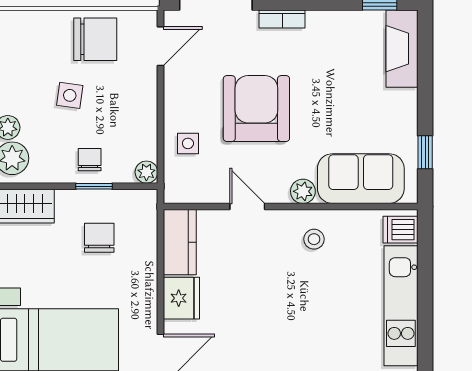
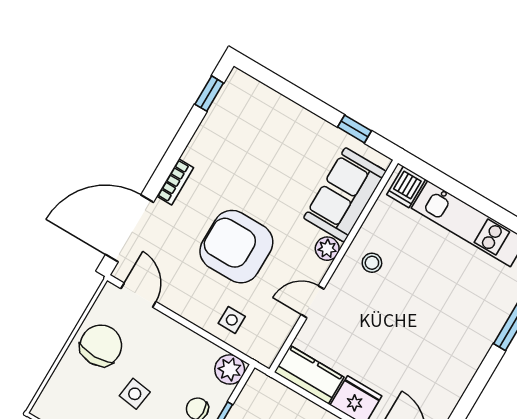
fireplace: (402, 49) -> (258, 98), removed
plant: (146, 172) -> (230, 369), width x1.38, depth x1.38

